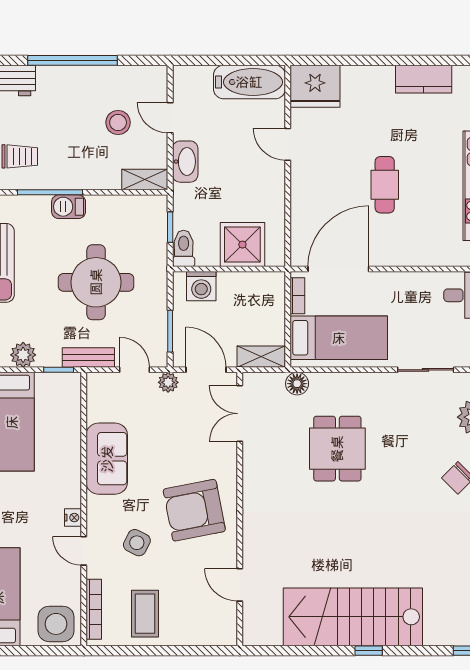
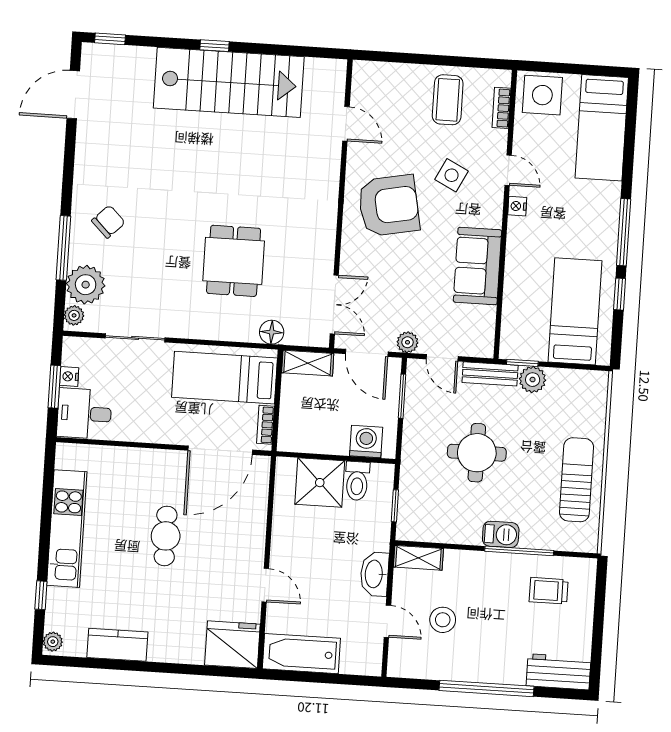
toilet: (184, 248) -> (357, 481), moved
round table: (96, 282) -> (477, 453), width x0.73, depth x0.73
plant: (23, 355) -> (533, 380), moved
bookcase: (94, 609) -> (501, 108), width x0.64

